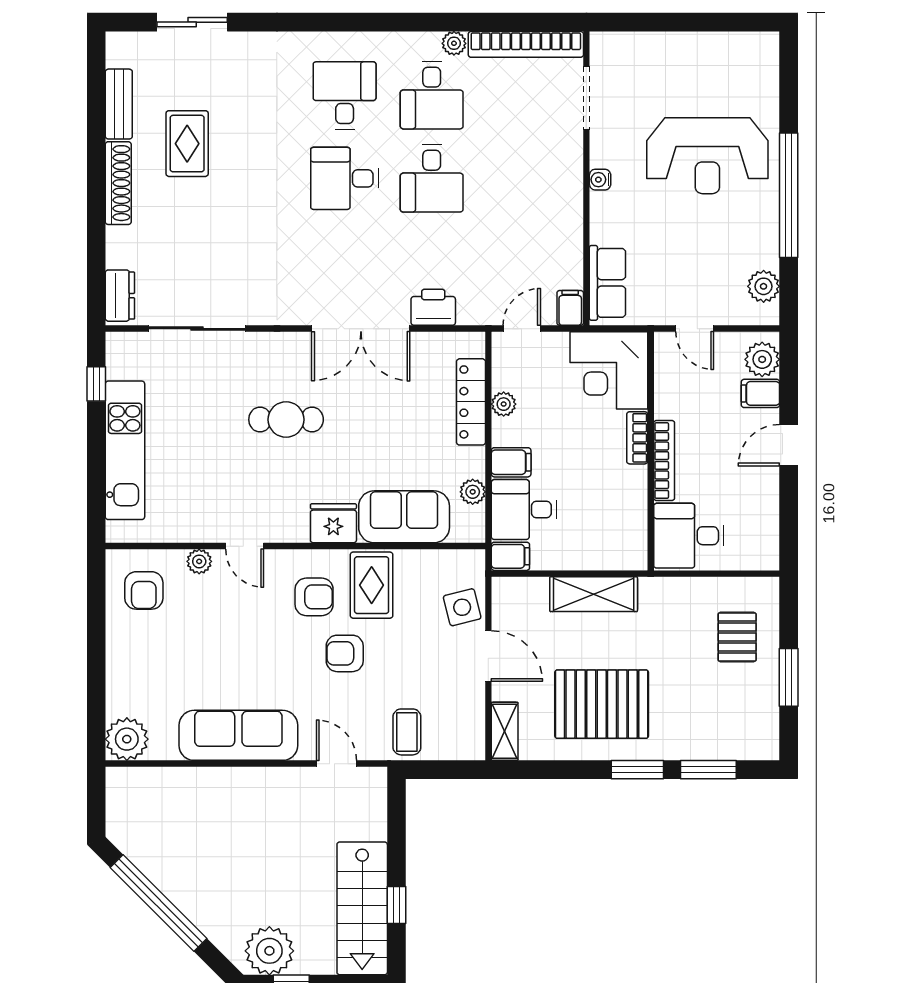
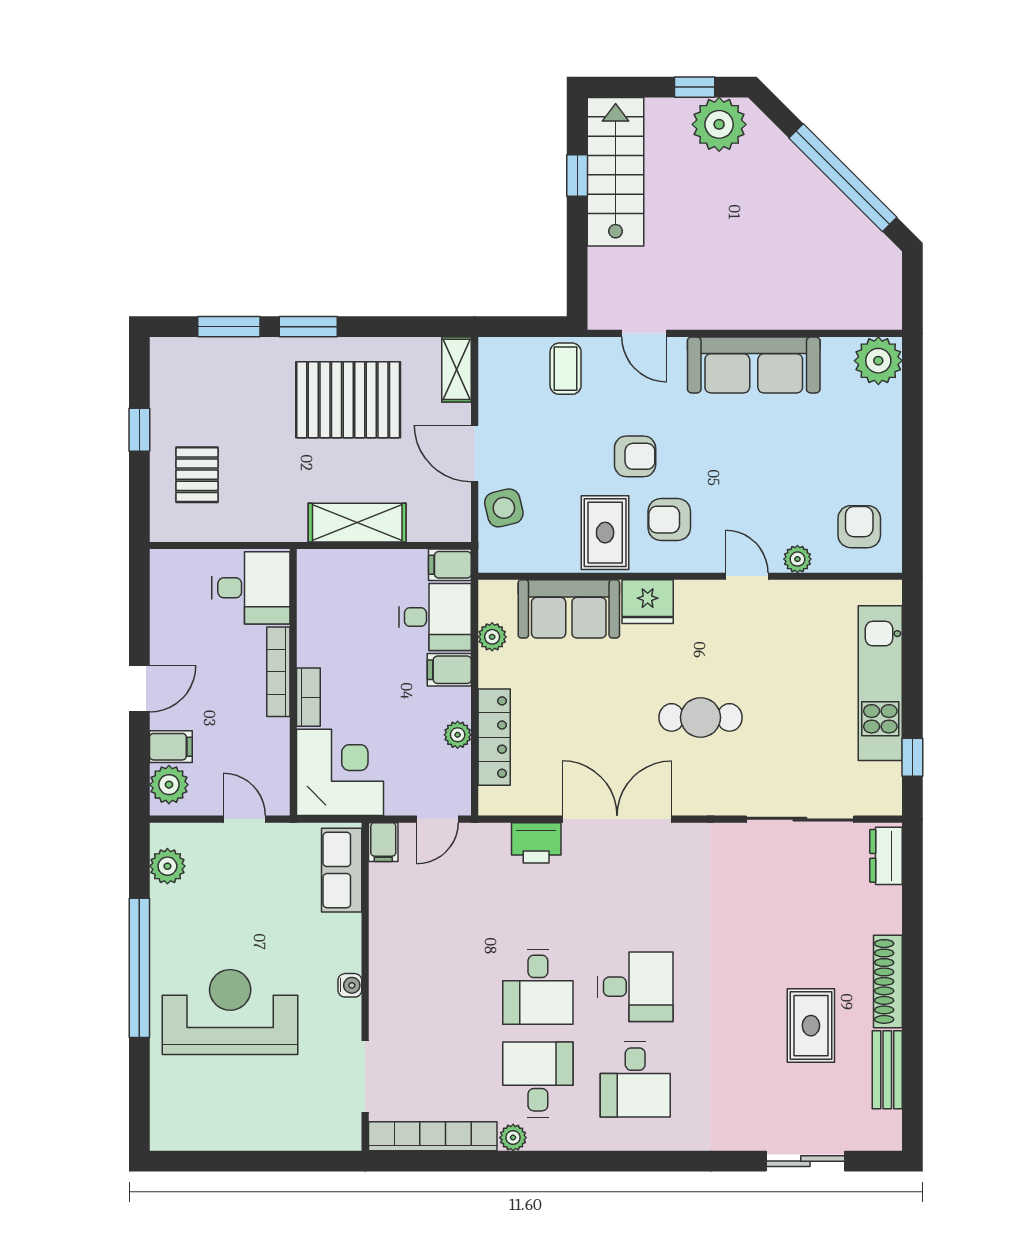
desk: (432, 178) -> (538, 987), turned 180
window: (789, 677) -> (139, 430), width x0.67

